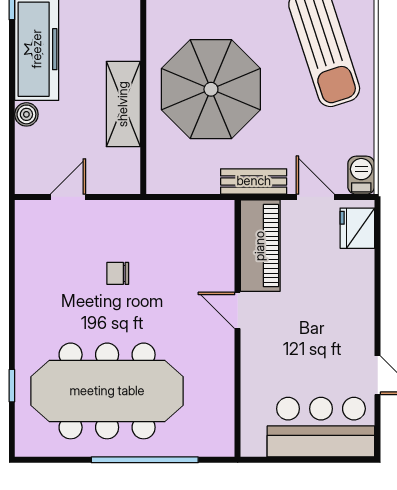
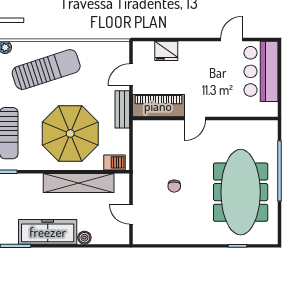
shelving: (123, 104) -> (79, 183), width x1.47
barbecue: (361, 175) -> (114, 162), moved, turned 180
fridge: (357, 228) -> (166, 51), moved

